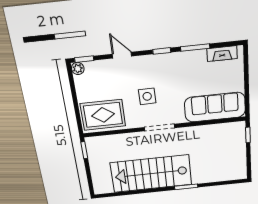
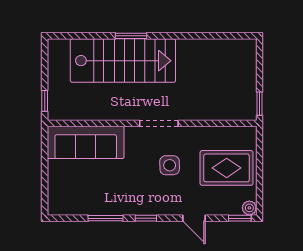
fireplace: (222, 54) -> (73, 208), removed
rug: (103, 115) -> (227, 168), moved
stairs: (151, 174) -> (123, 61), moved

